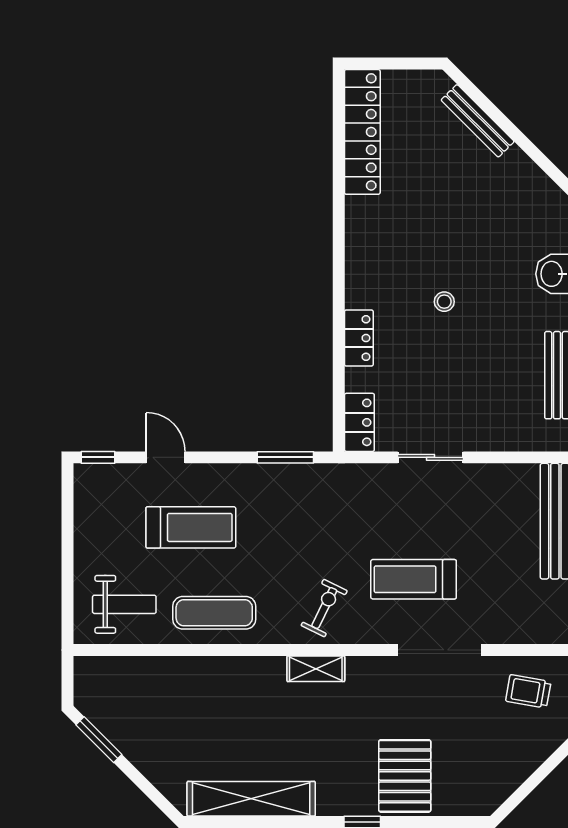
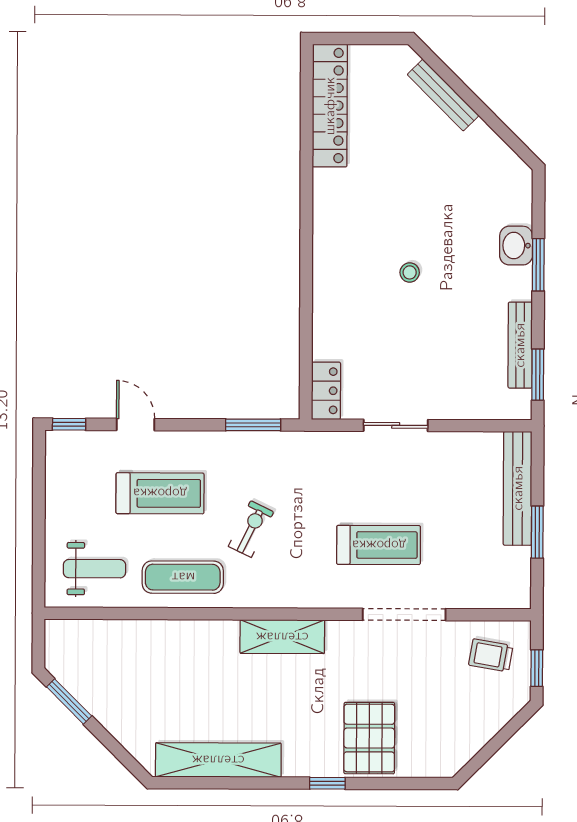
locker: (359, 338) -> (326, 308), removed
treadmill: (414, 579) -> (379, 545), turned 180
exercise bike: (324, 608) -> (251, 529), moved
shelving: (316, 669) -> (282, 637), width x1.50, depth x1.33

